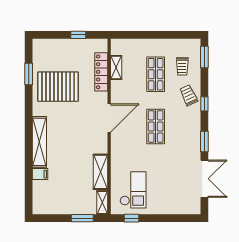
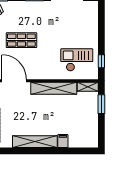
shelving: (100, 172) -> (54, 88), width x1.47

